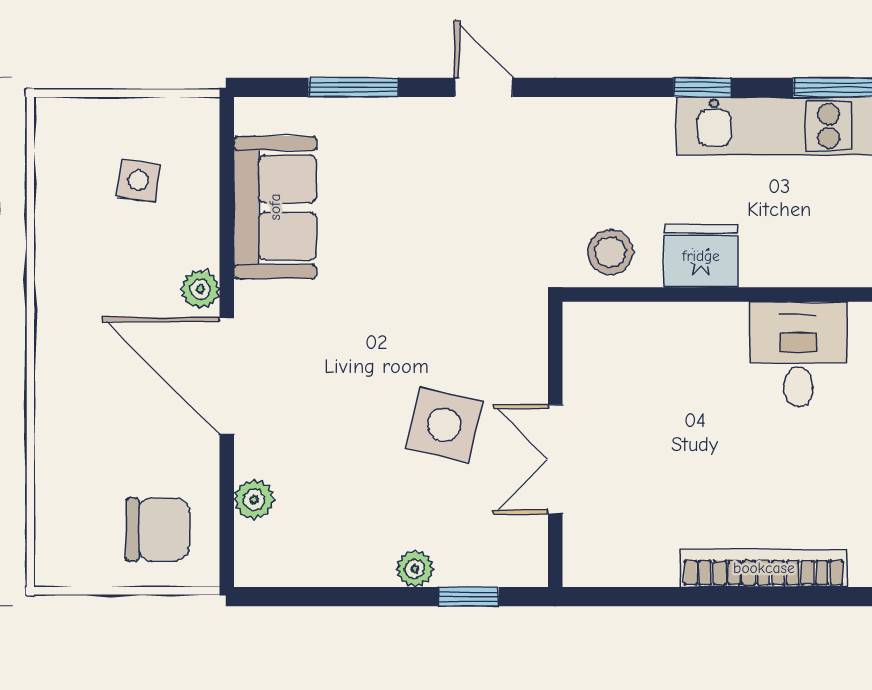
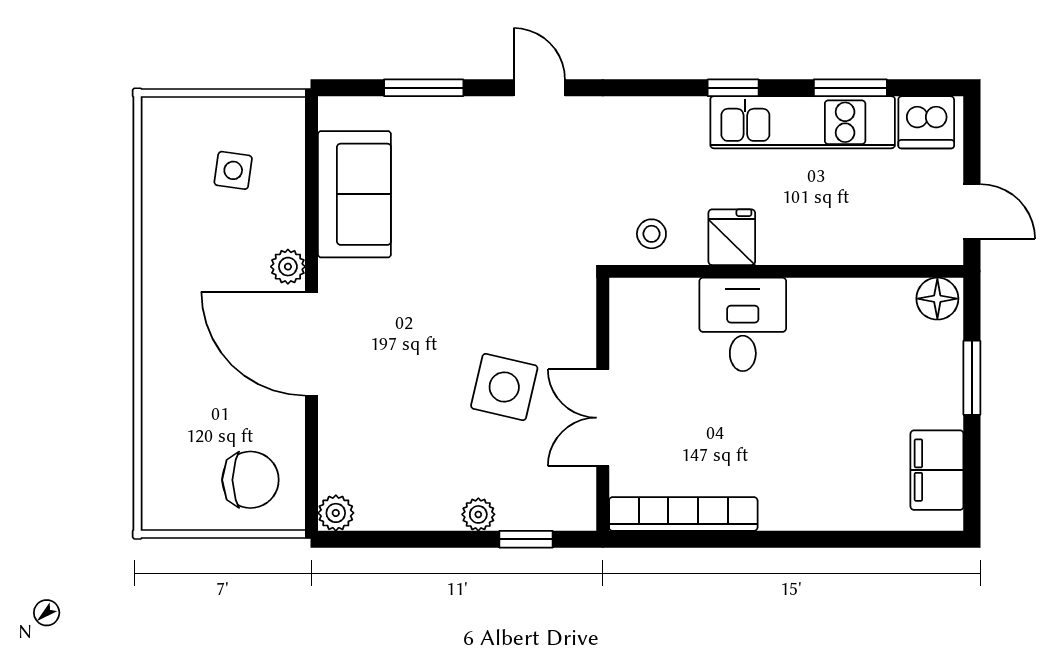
stool: (610, 252) -> (651, 234), width x0.73, depth x0.73
fridge: (701, 256) -> (732, 237), width x0.72
desk: (798, 354) -> (743, 324), moved
plant: (254, 500) -> (336, 513), moved
bookcase: (764, 568) -> (683, 514), moved

